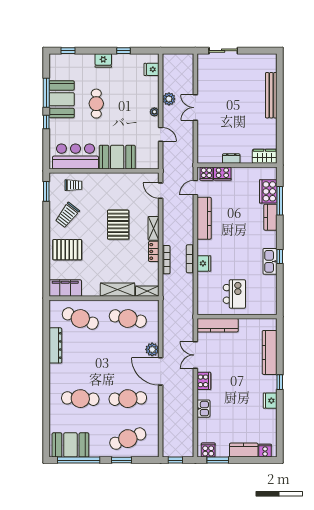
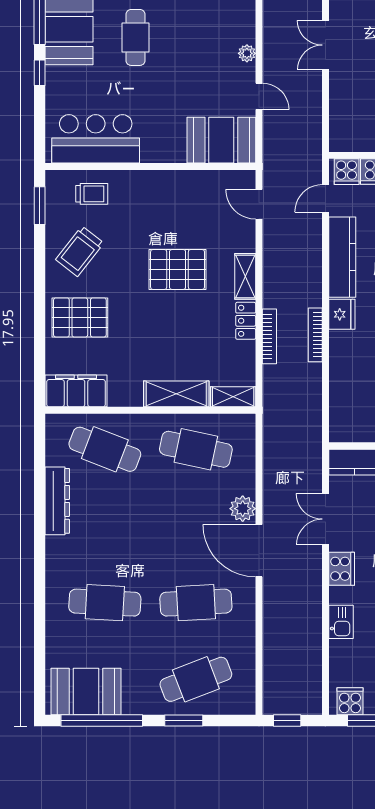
plant: (169, 99) -> (275, 29), removed
booth: (117, 157) -> (221, 140), moved
pallet: (118, 225) -> (178, 269), turned 90
fridge: (204, 263) -> (342, 314), moved

